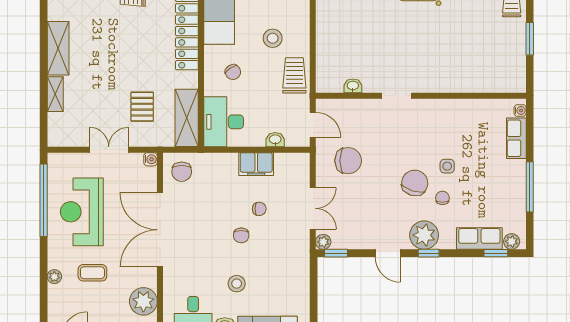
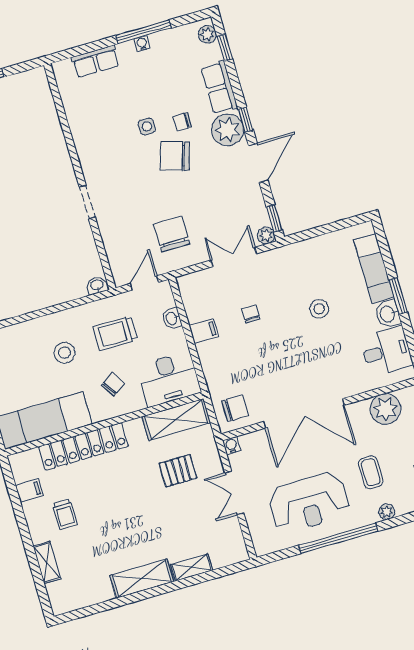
trolley: (294, 75) -> (115, 333), moved
washbasin: (353, 86) -> (97, 285), moved, turned 90
water cooler: (520, 110) -> (142, 44), moved
filing cabinet: (256, 164) -> (204, 331), width x0.50
window: (44, 200) -> (338, 538), moved
chair: (241, 235) -> (285, 325), removed
row of seats: (479, 239) -> (219, 88), moved
door: (388, 253) -> (258, 163), width x1.38
stool: (237, 284) -> (319, 309), moved

